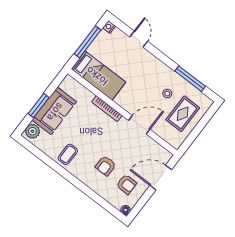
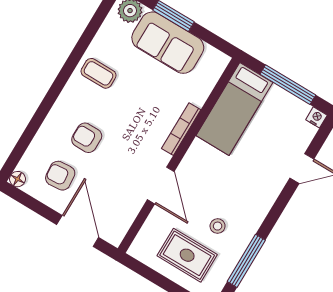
armchair: (126, 184) -> (60, 176), turned 85

